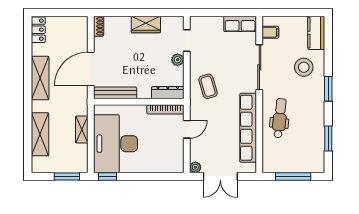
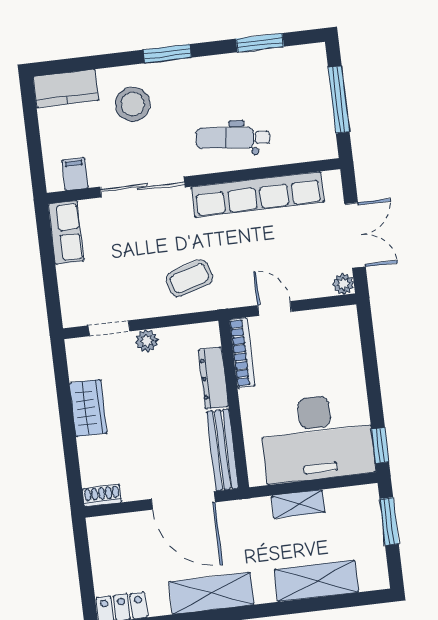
dresser: (168, 93) -> (213, 378), moved

